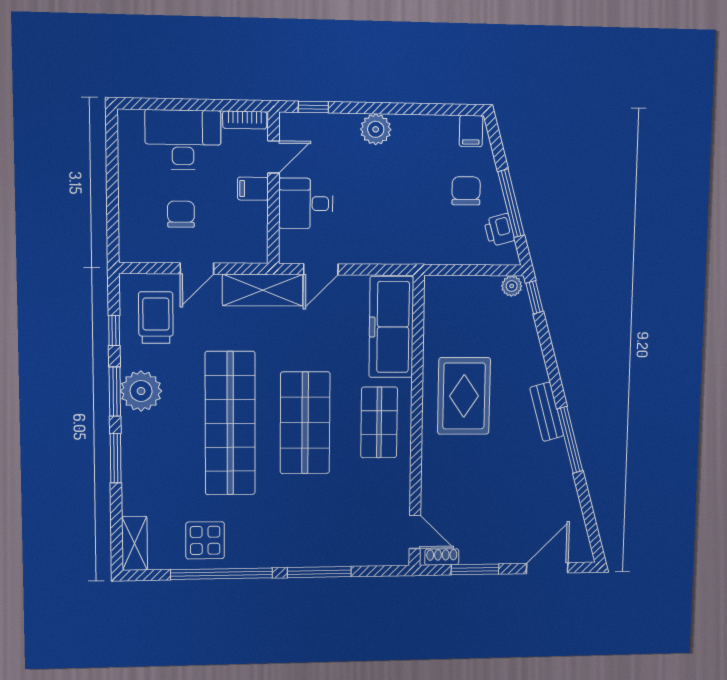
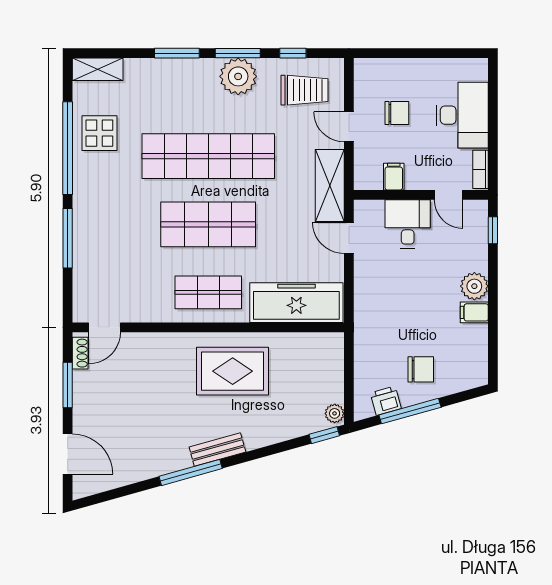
filing cabinet: (471, 131) -> (474, 312), moved
filing cabinet: (253, 189) -> (394, 177), moved

